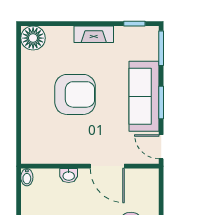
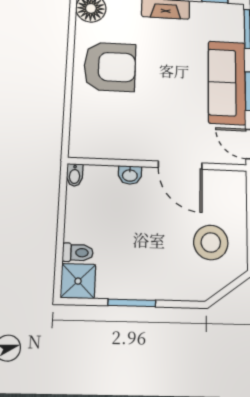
armchair: (75, 94) -> (110, 67), moved

